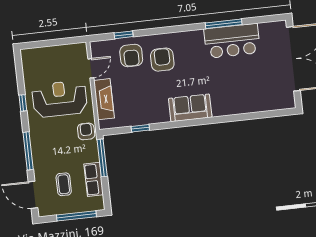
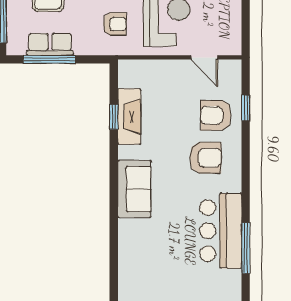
bar counter: (232, 41) -> (221, 231), moved
fireplace: (104, 99) -> (129, 116), moved, turned -90
armchair: (86, 131) -> (115, 24), moved
window: (102, 158) -> (49, 59), moved

